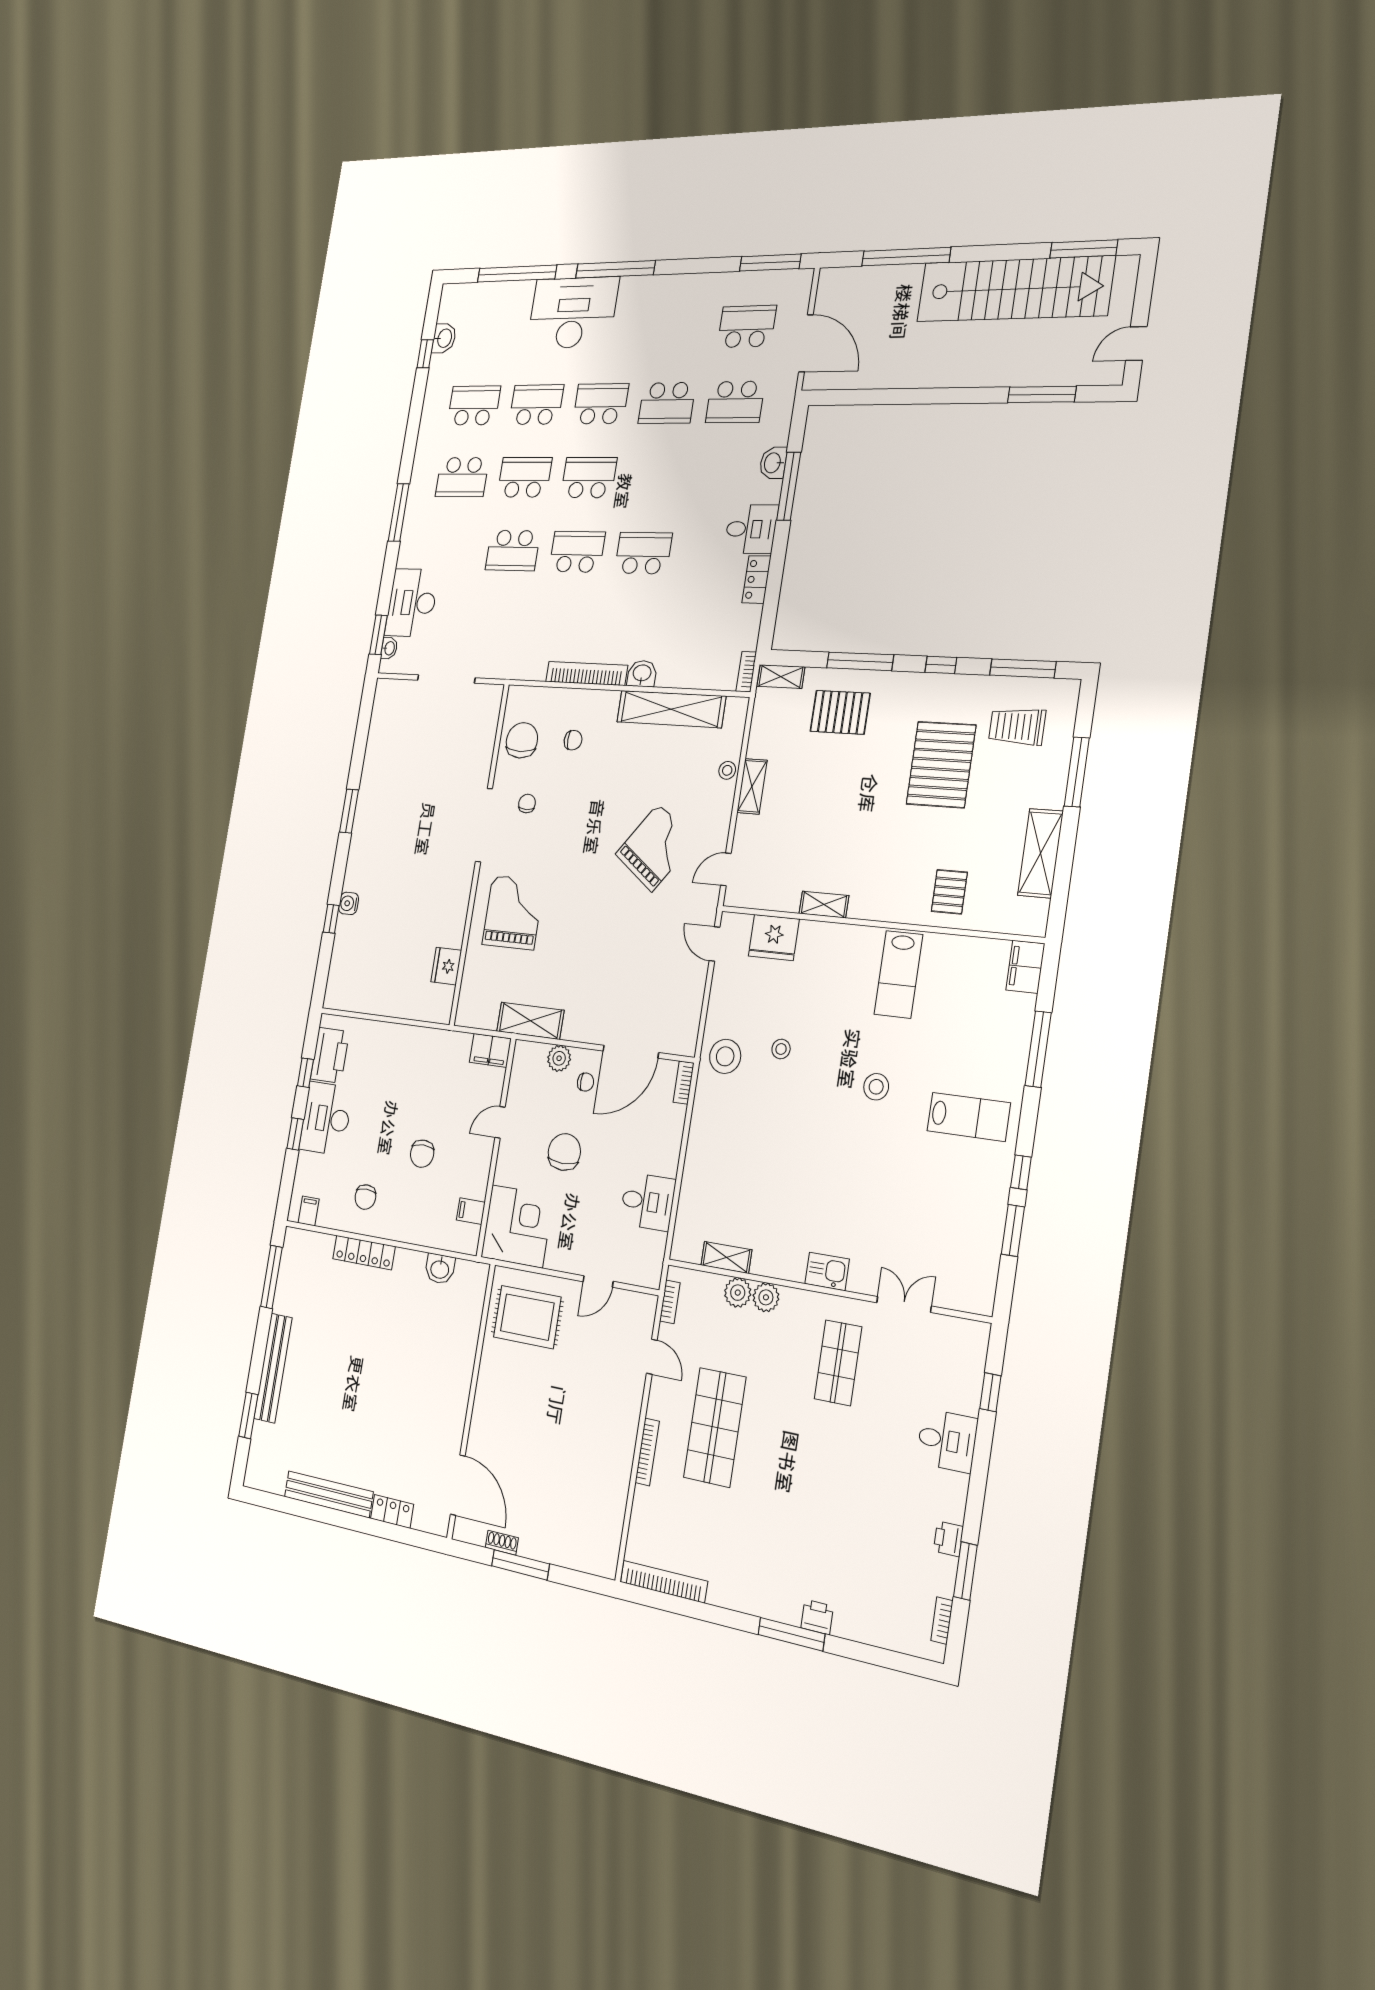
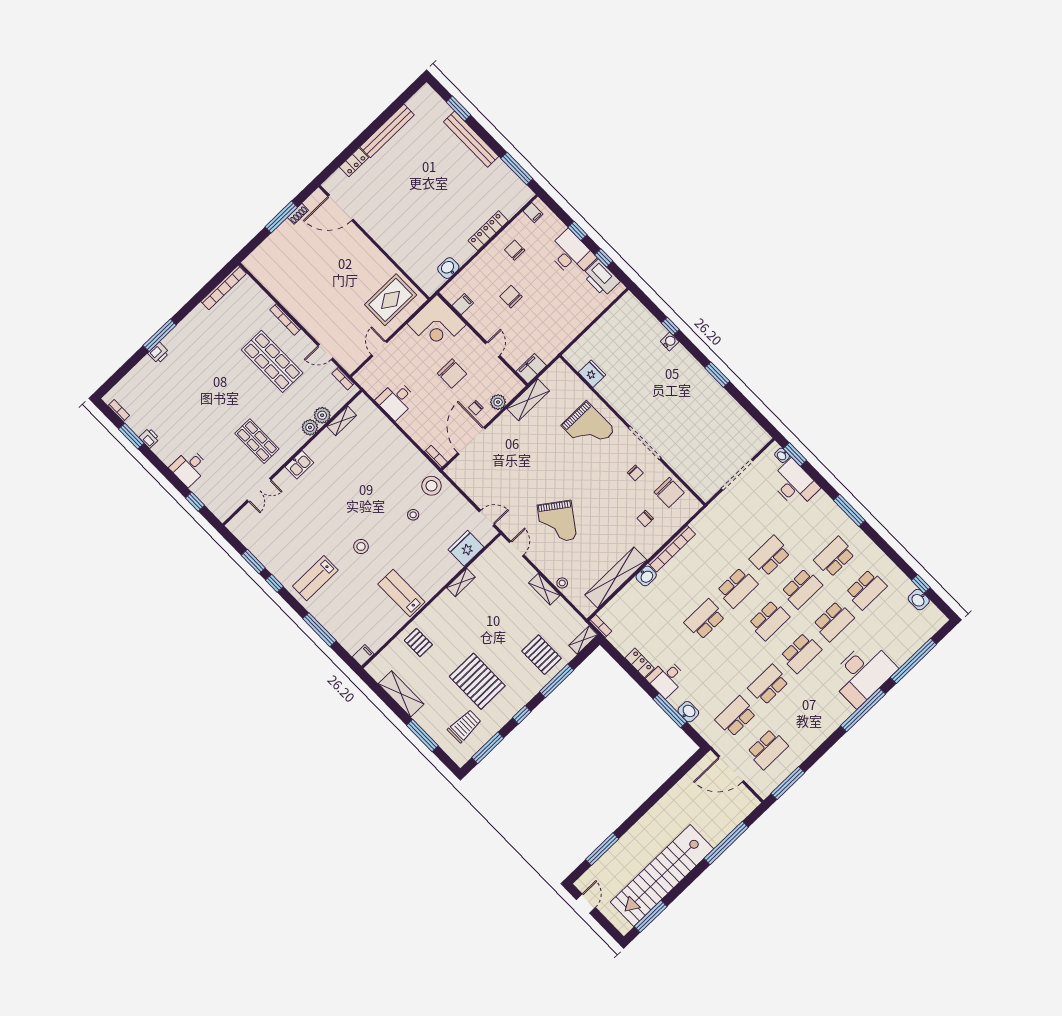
school desk: (643, 553) -> (705, 619), turned 180
pallet: (840, 712) -> (541, 655), turned 90
filing cabinet: (1025, 967) -> (363, 655), width x0.50

